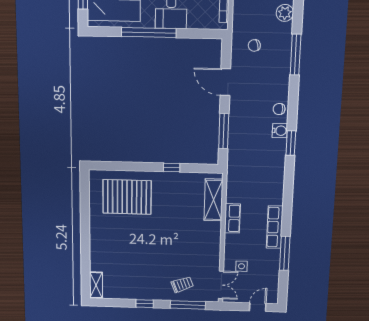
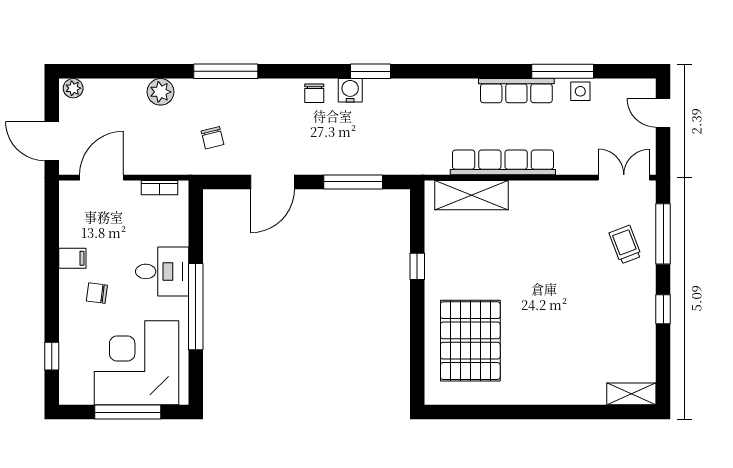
row of seats: (232, 218) -> (503, 162), width x2.02
side table: (241, 266) -> (580, 91), moved

